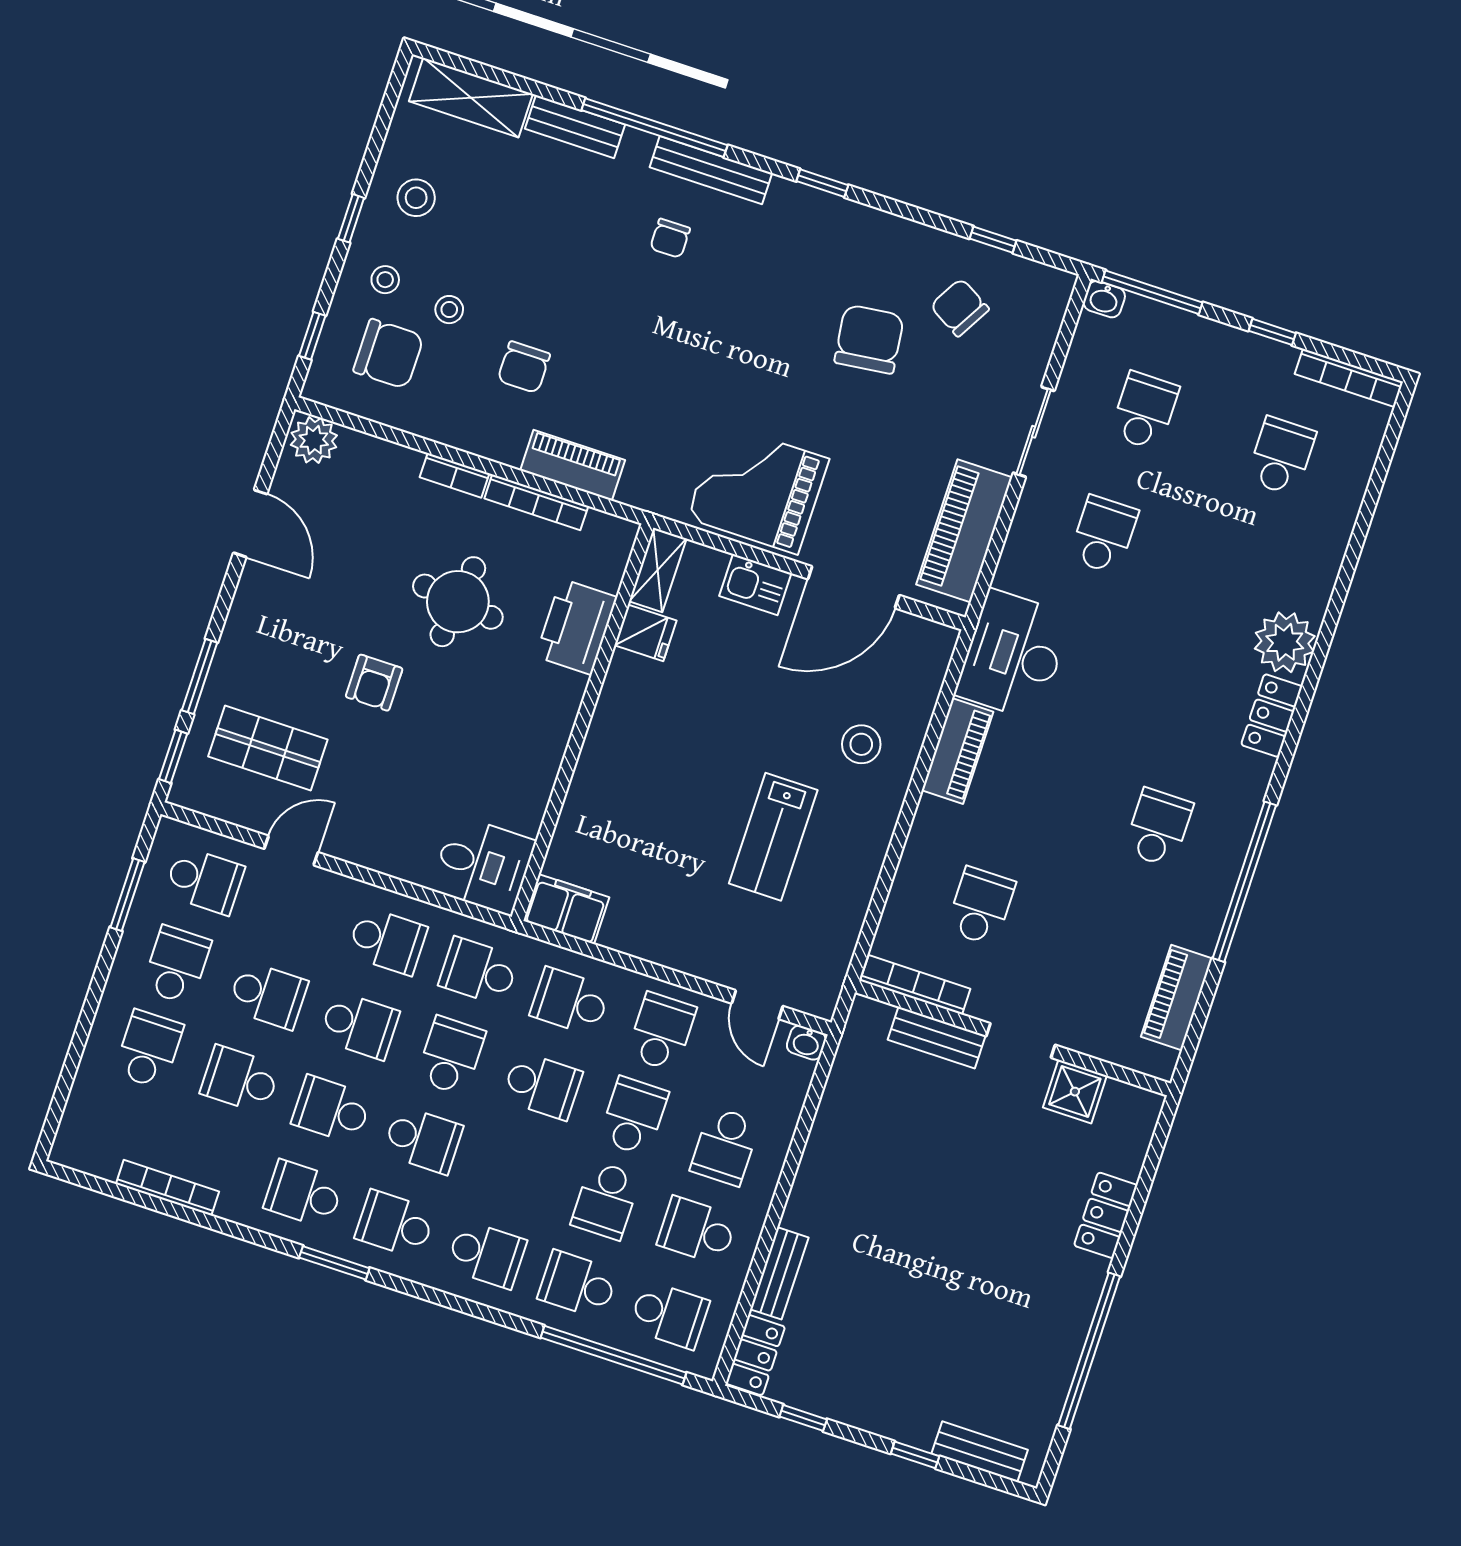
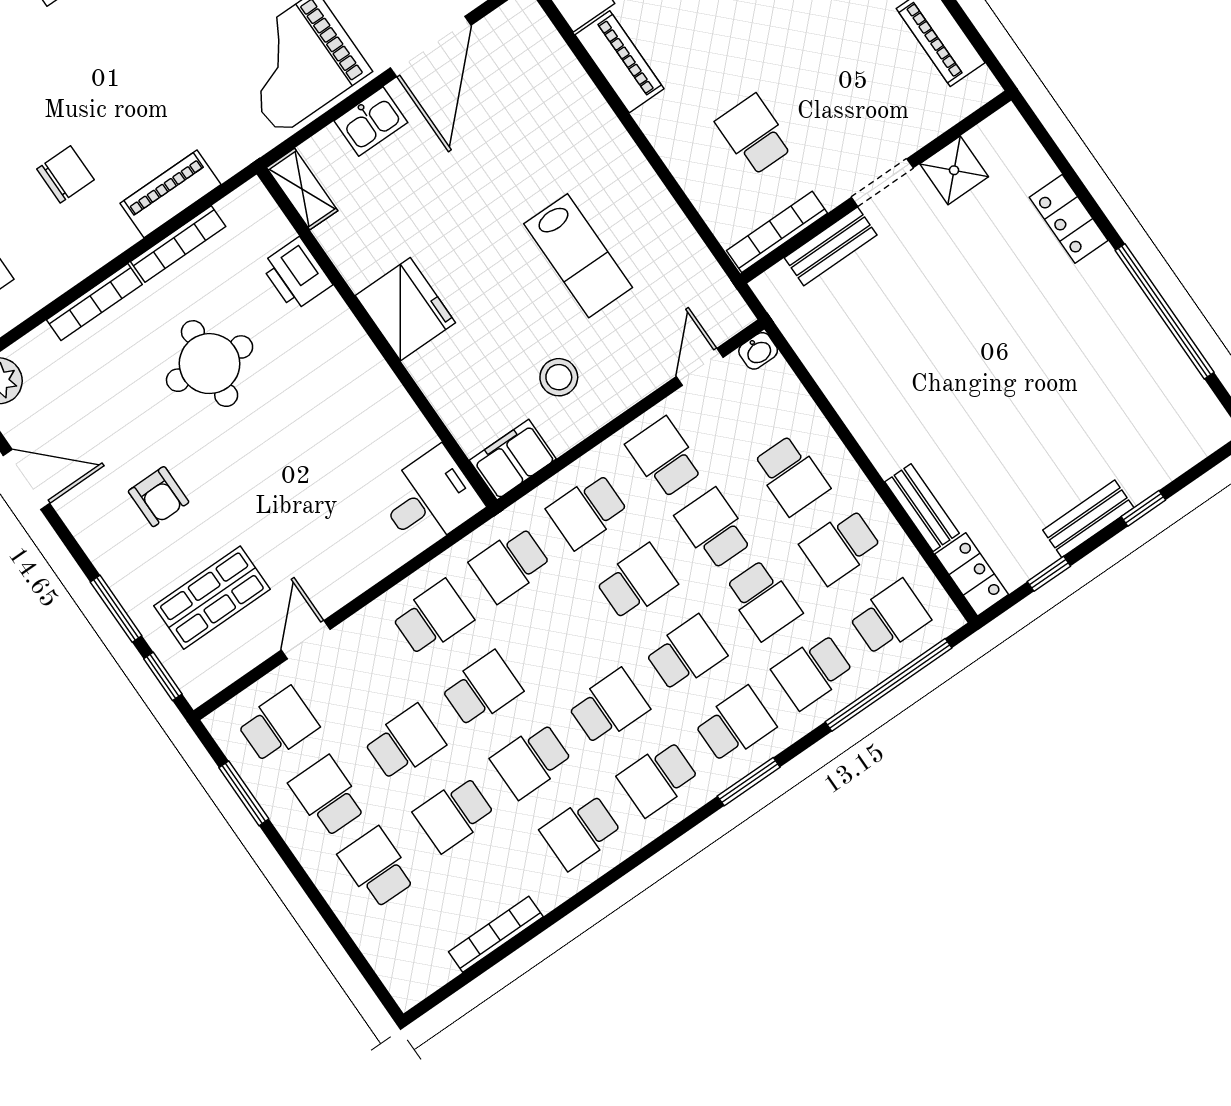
chair: (524, 367) -> (65, 174), turned -90
bookcase: (455, 475) -> (94, 302), width x1.56
printer: (576, 627) -> (296, 274), width x0.73, depth x0.84
fridge: (645, 633) -> (405, 309), moved, width x1.88, depth x1.34
armchair: (374, 683) -> (159, 497), moved
stool: (861, 744) -> (559, 377), moved
door: (757, 1005) -> (700, 367), swing flipped
school desk: (451, 1056) -> (686, 654), moved, turned 90
window: (334, 1263) -> (749, 782), moved
bench: (980, 1452) -> (1088, 519), moved

